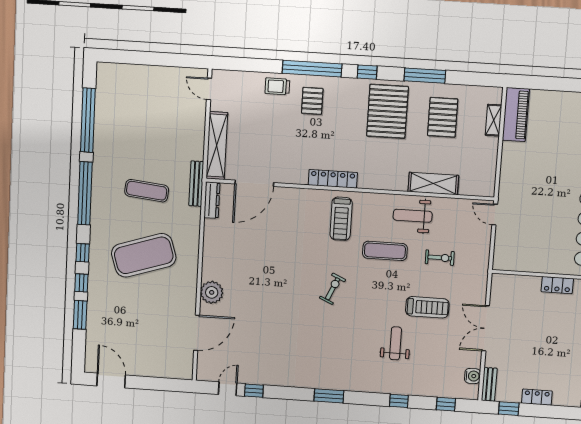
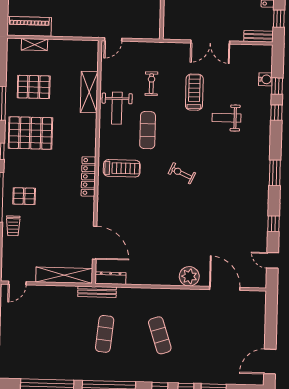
exercise mat: (144, 255) -> (160, 335), width x0.50, depth x0.69
water cooler: (472, 376) -> (265, 79), moved, turned 90
window: (254, 391) -> (273, 224), moved
window: (446, 404) -> (277, 86), moved

